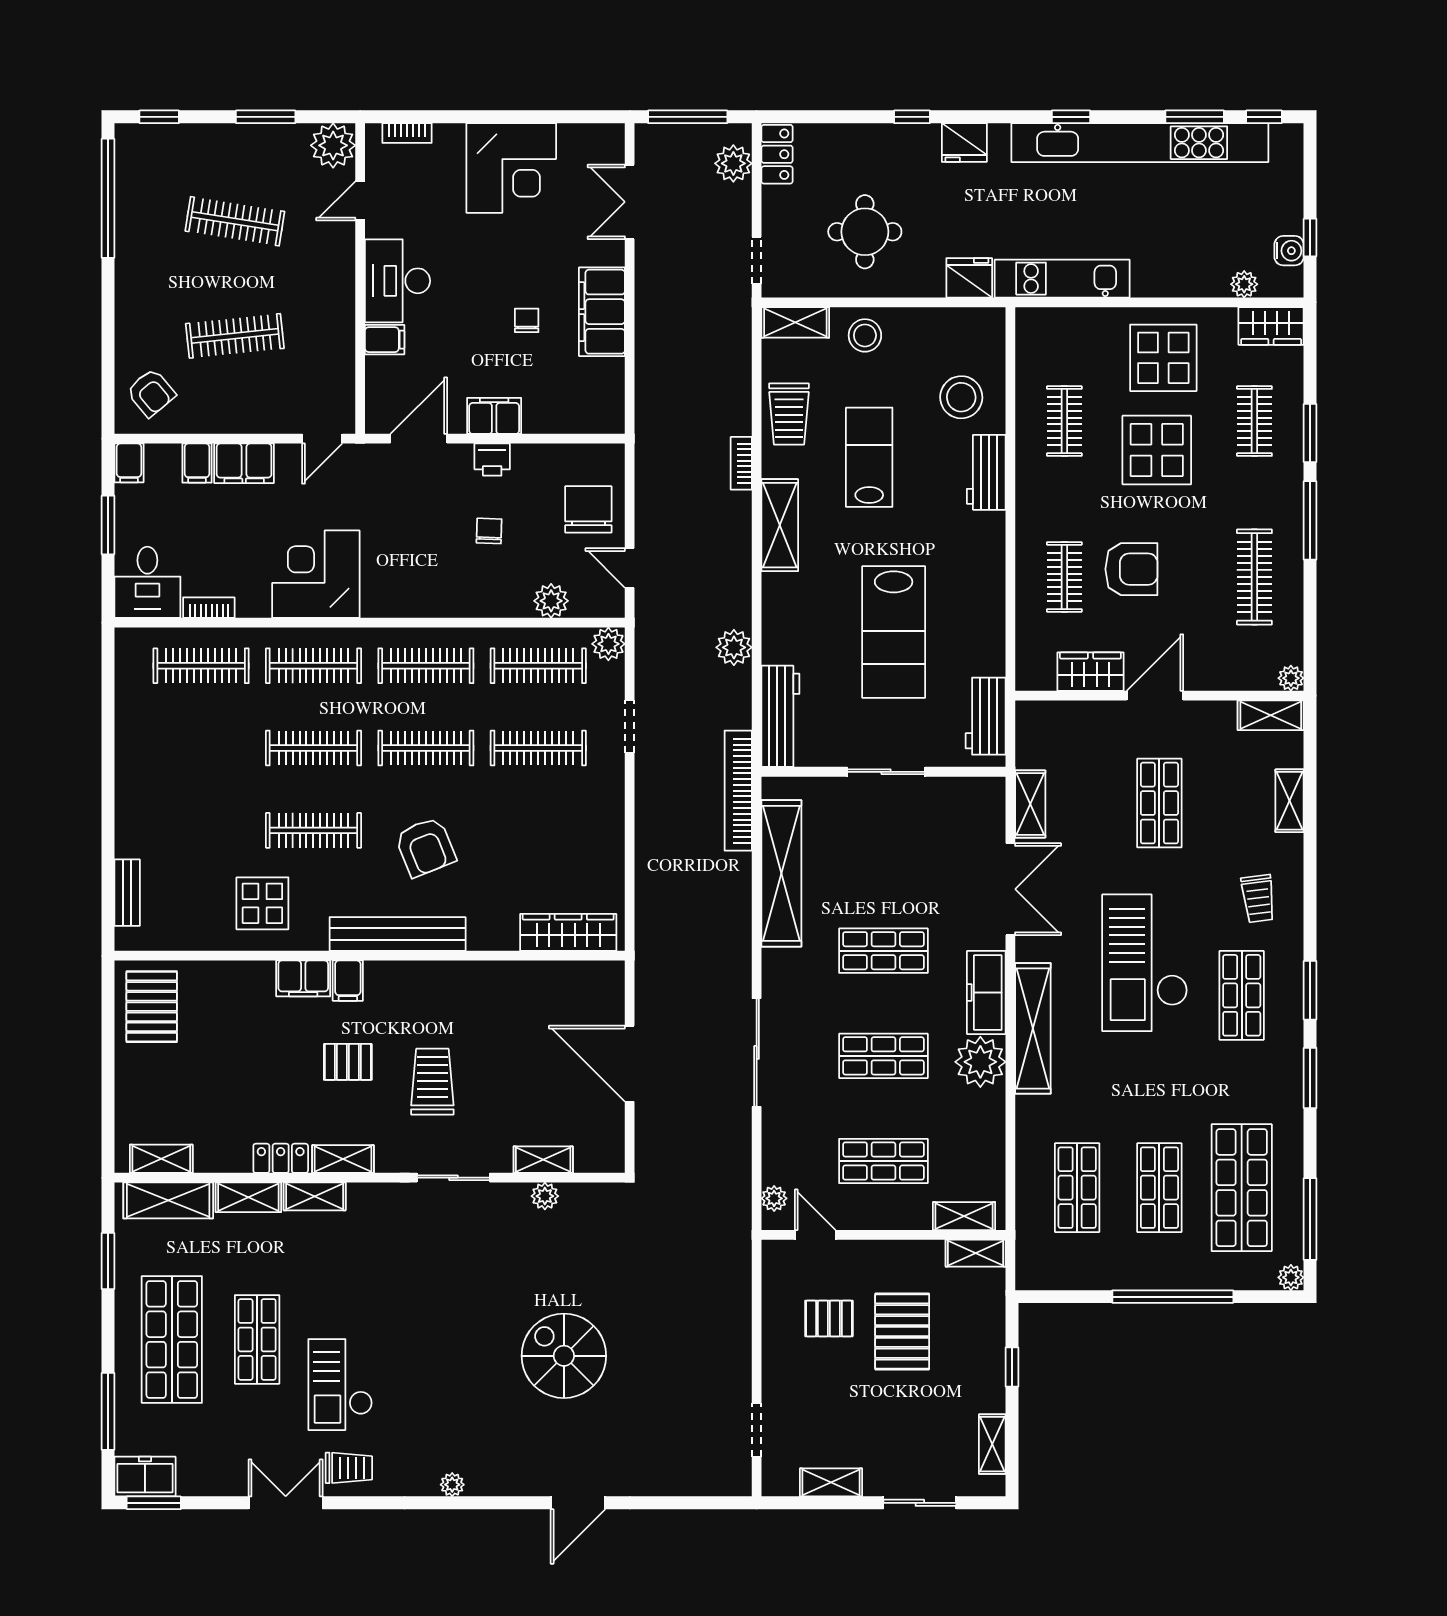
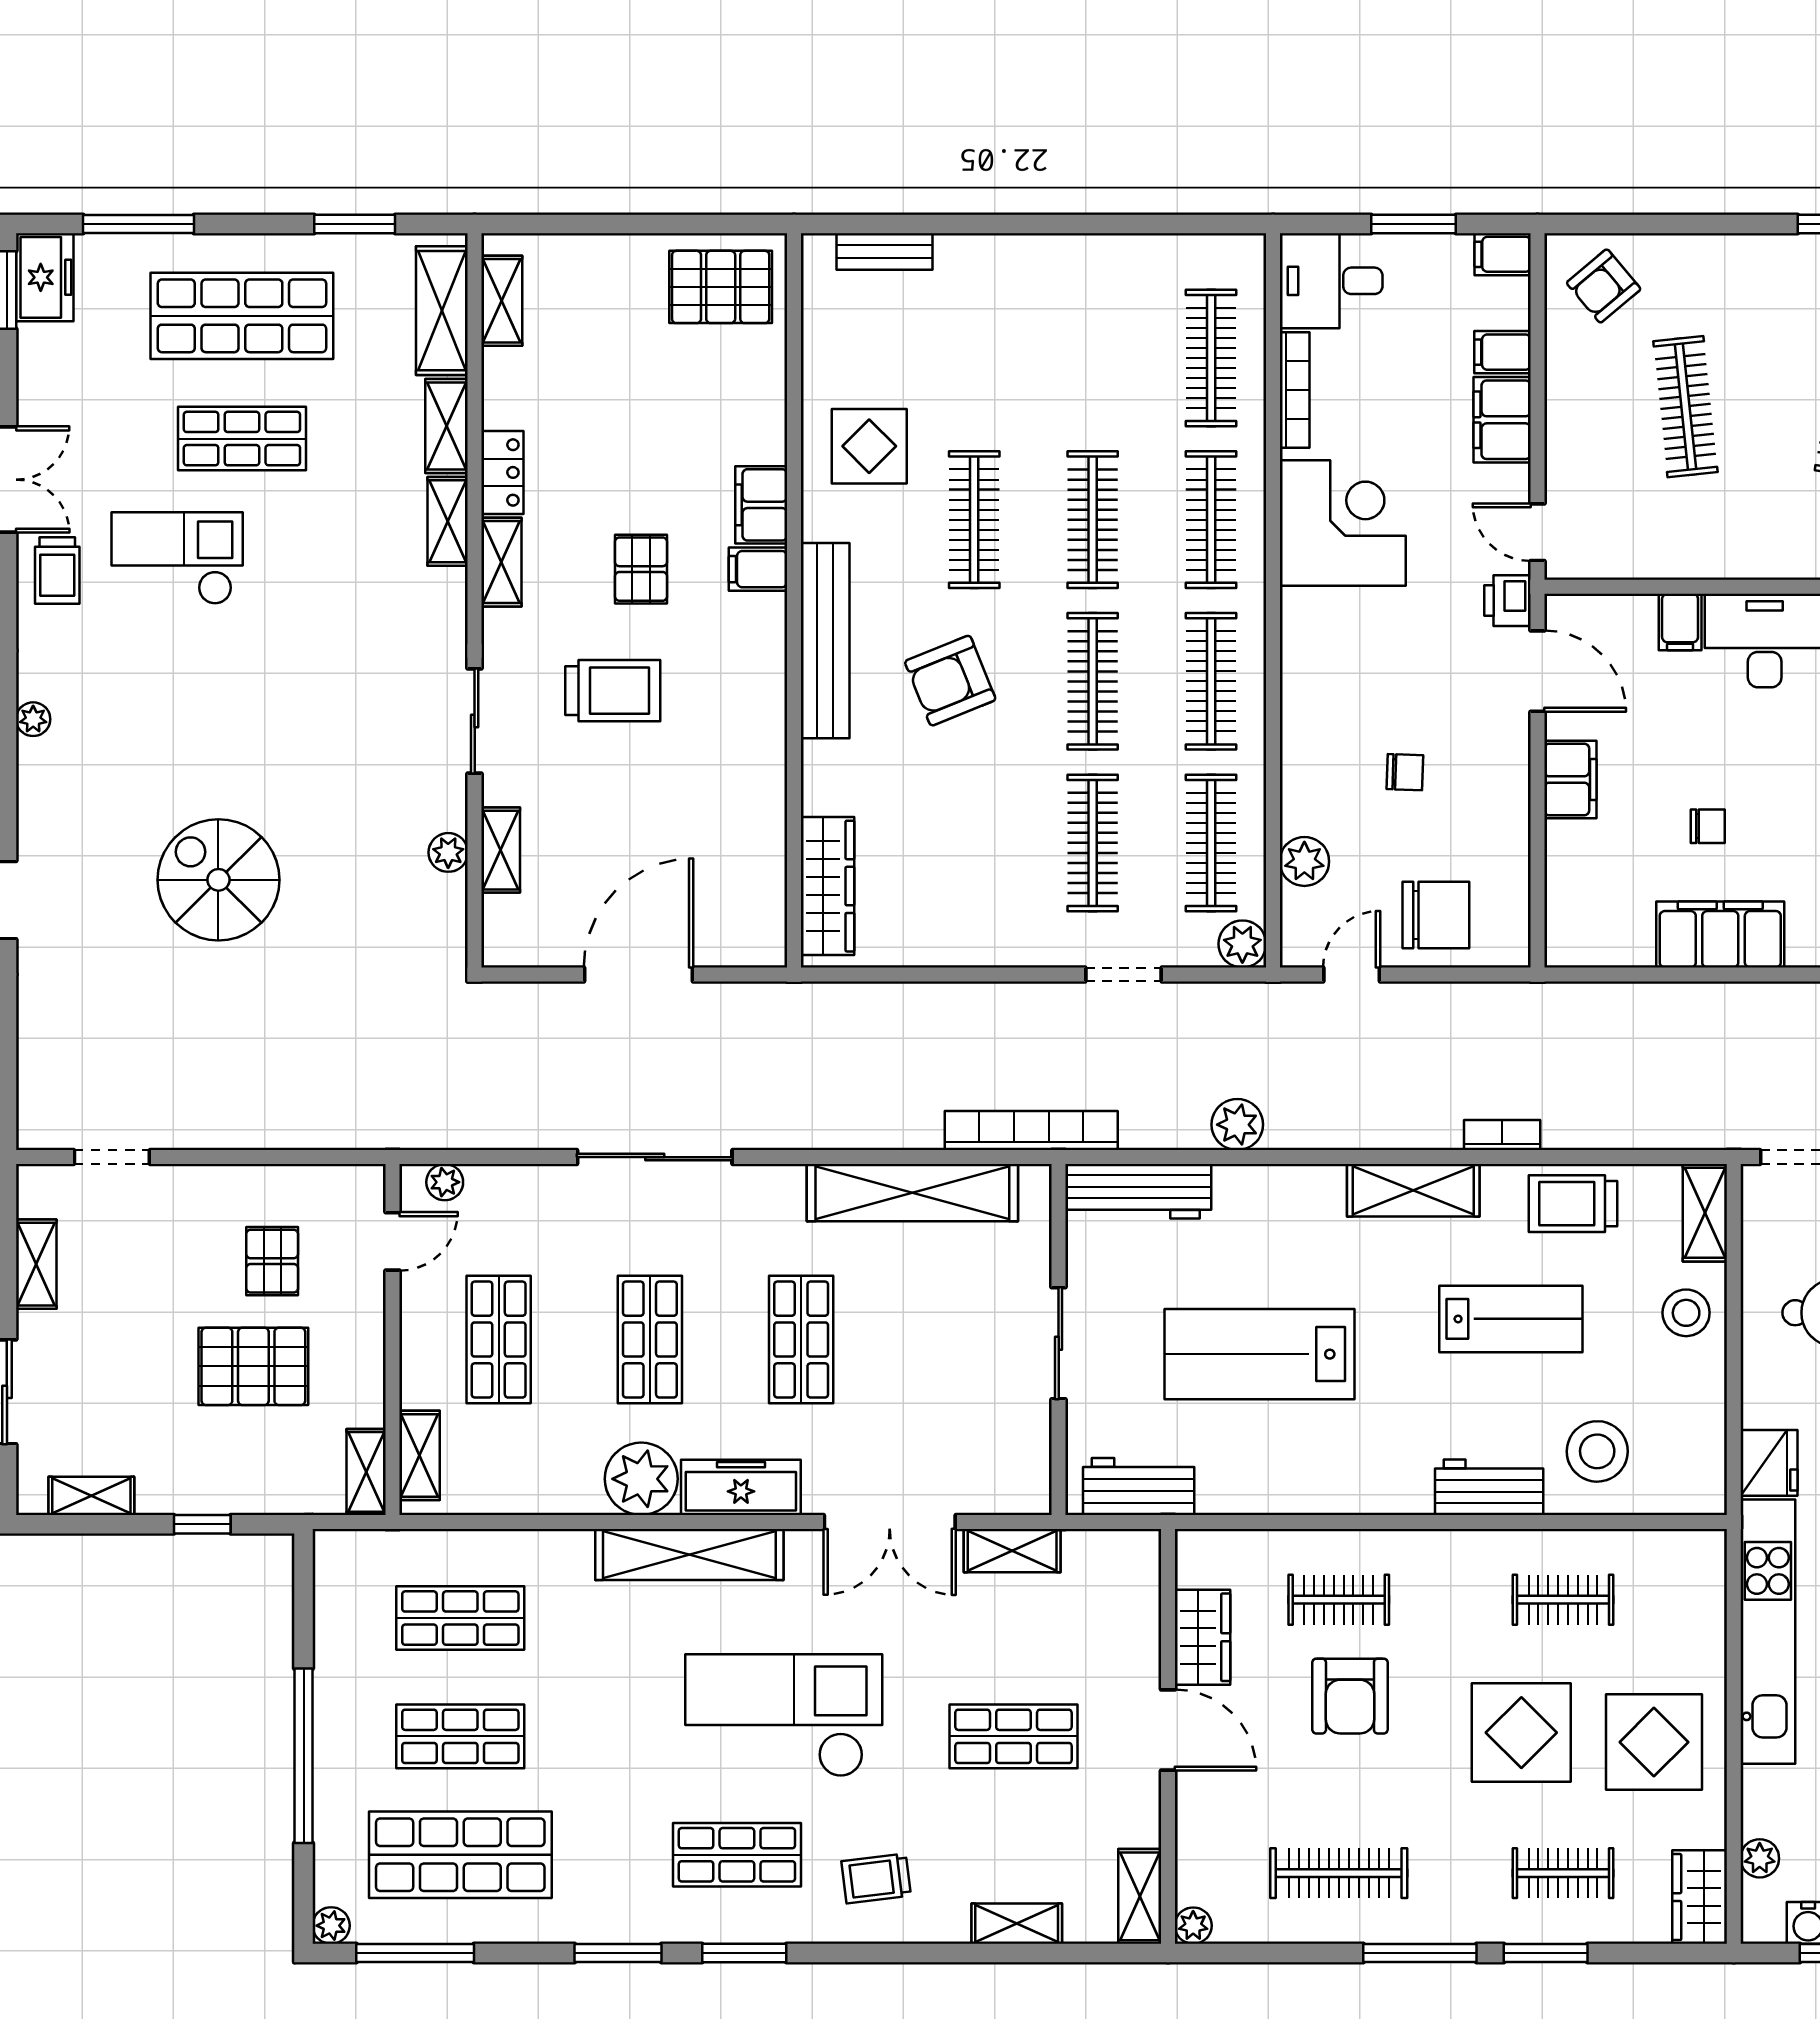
kitchen unit: (1062, 279) -> (1768, 1632), width x1.36
printer: (492, 460) -> (1507, 601), moved
bookcase: (209, 608) -> (1295, 390), width x1.56
spiral stairs: (564, 1356) -> (218, 880), turned -90

